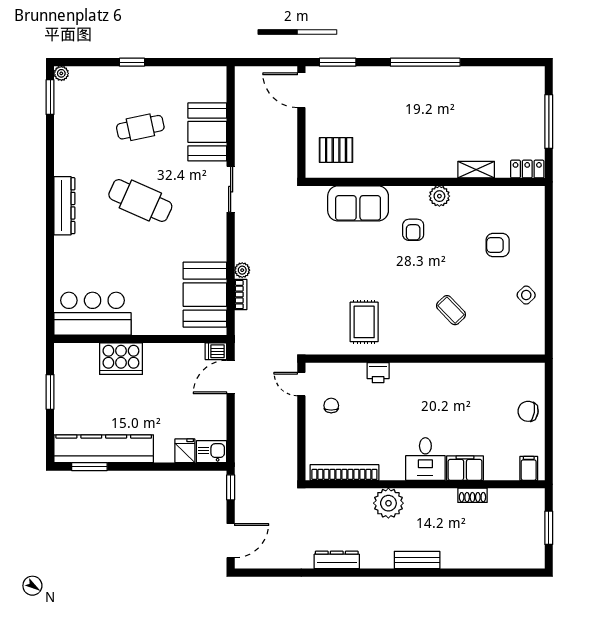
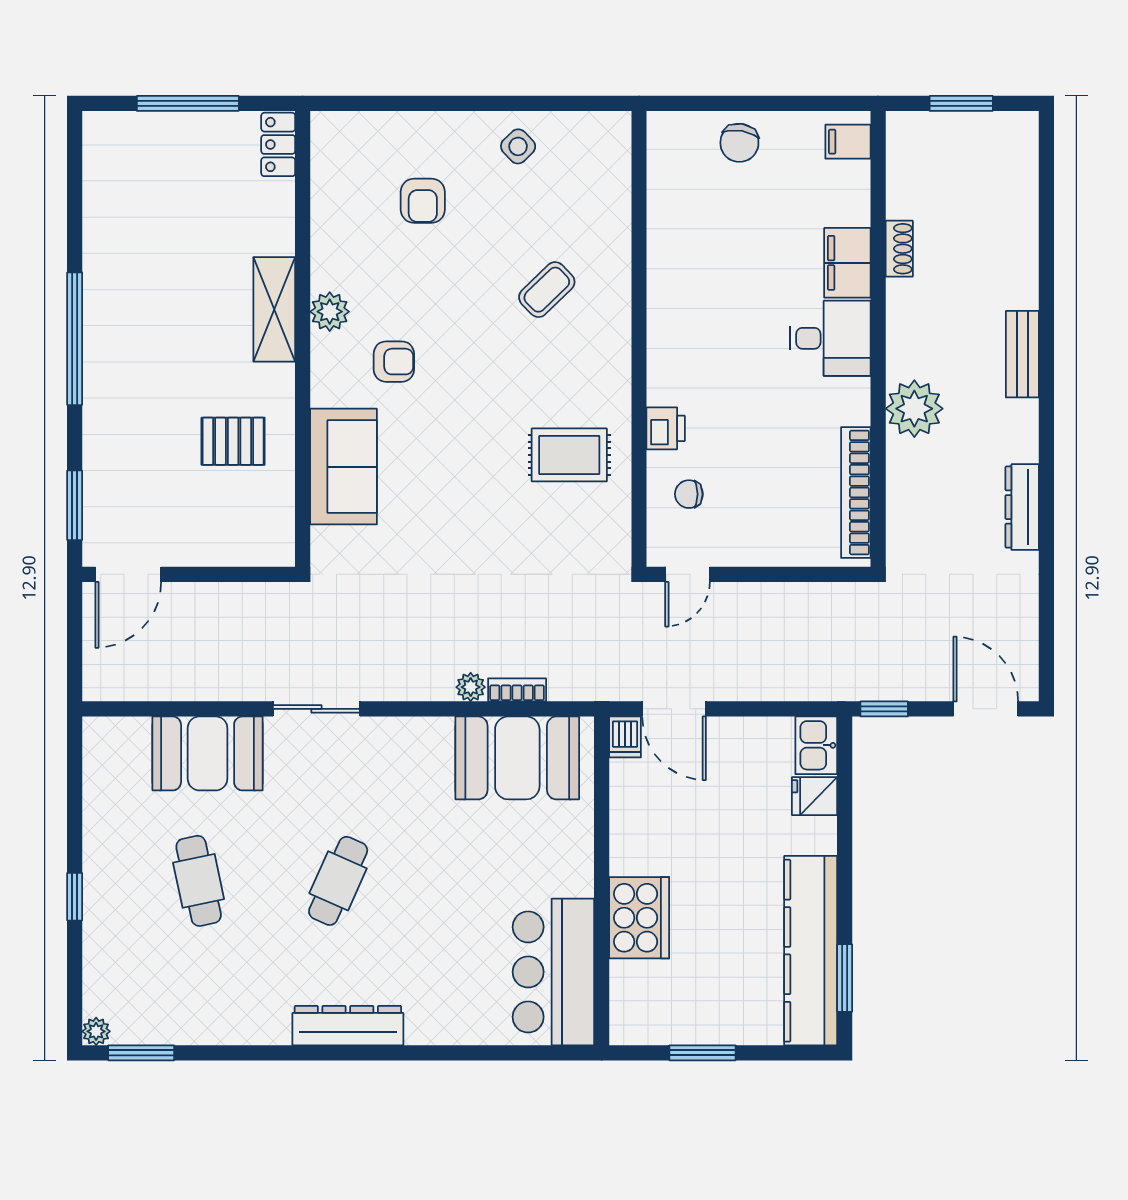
pallet: (336, 150) -> (233, 441), moved, turned 90
shelving: (476, 170) -> (274, 309), moved, width x1.50, depth x1.33
cafe table: (140, 201) -> (338, 881), width x0.73, depth x0.74
chair: (331, 406) -> (689, 494), moved

